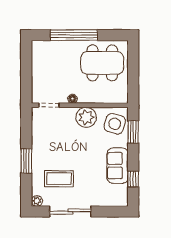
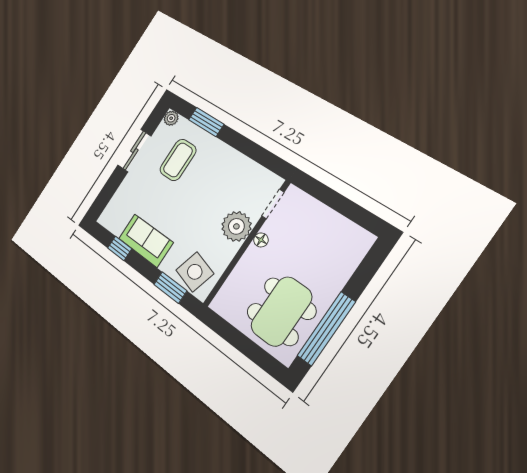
window: (74, 35) -> (326, 329), moved
plant: (86, 117) -> (236, 226), moved
window: (26, 161) -> (206, 122), moved
sliding door: (70, 211) -> (134, 151), width x0.73

